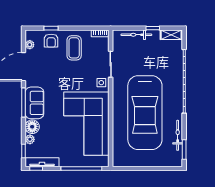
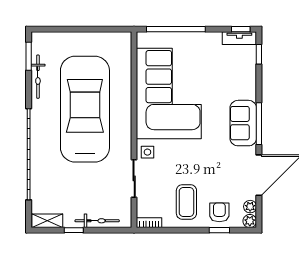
floor lamp: (32, 127) -> (246, 89), removed
plant: (30, 139) -> (250, 221), moved
tv unit: (42, 162) -> (239, 38), width x0.71

